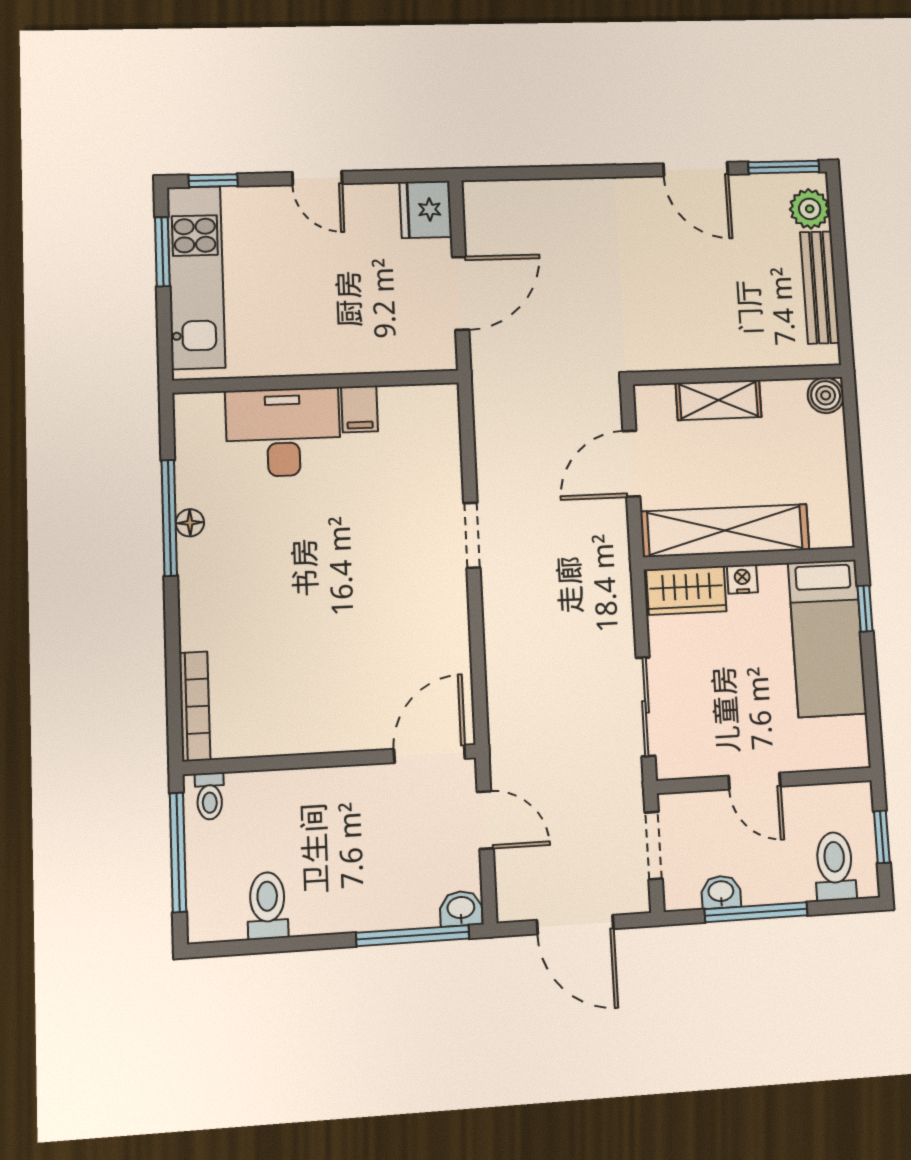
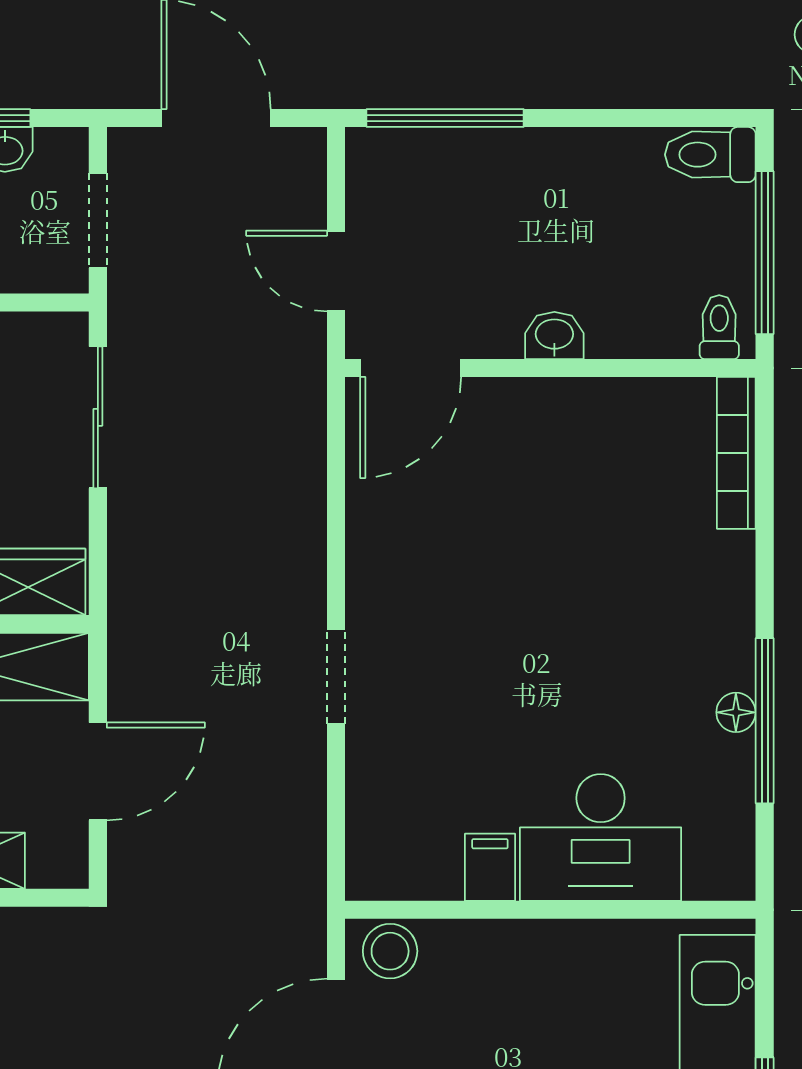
stool: (426, 350) -> (390, 951), added
toilet: (267, 906) -> (710, 155), moved, turned 90
washbasin: (461, 909) -> (554, 335), moved, turned 180

